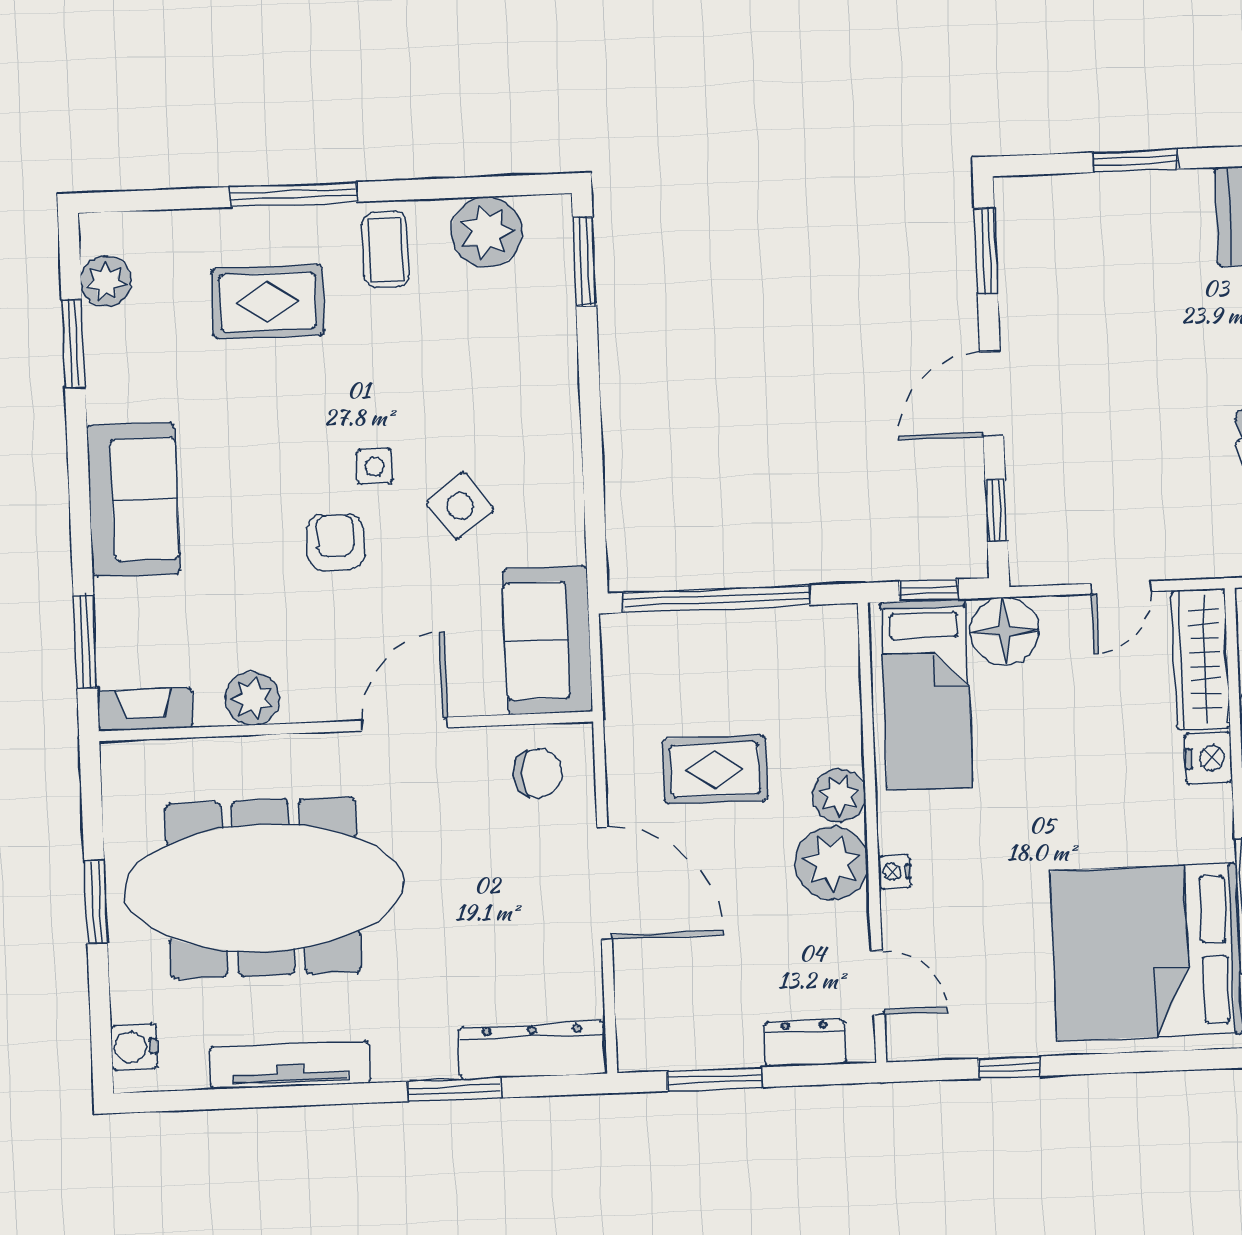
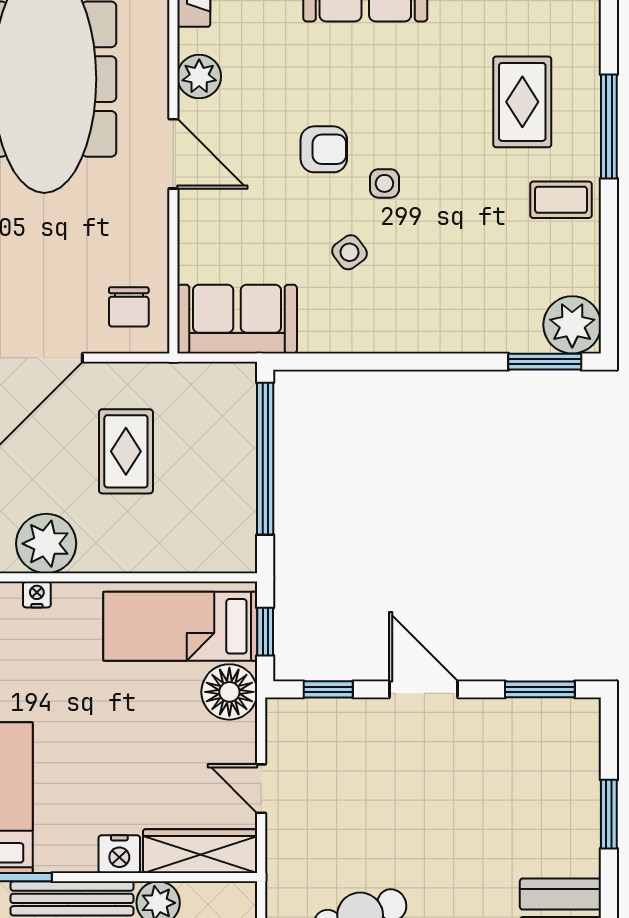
plant: (486, 232) -> (572, 325), moved
side table: (460, 506) -> (349, 252), width x0.73, depth x0.73
door: (405, 724) -> (173, 154), moved
plant: (839, 795) -> (101, 552), removed

